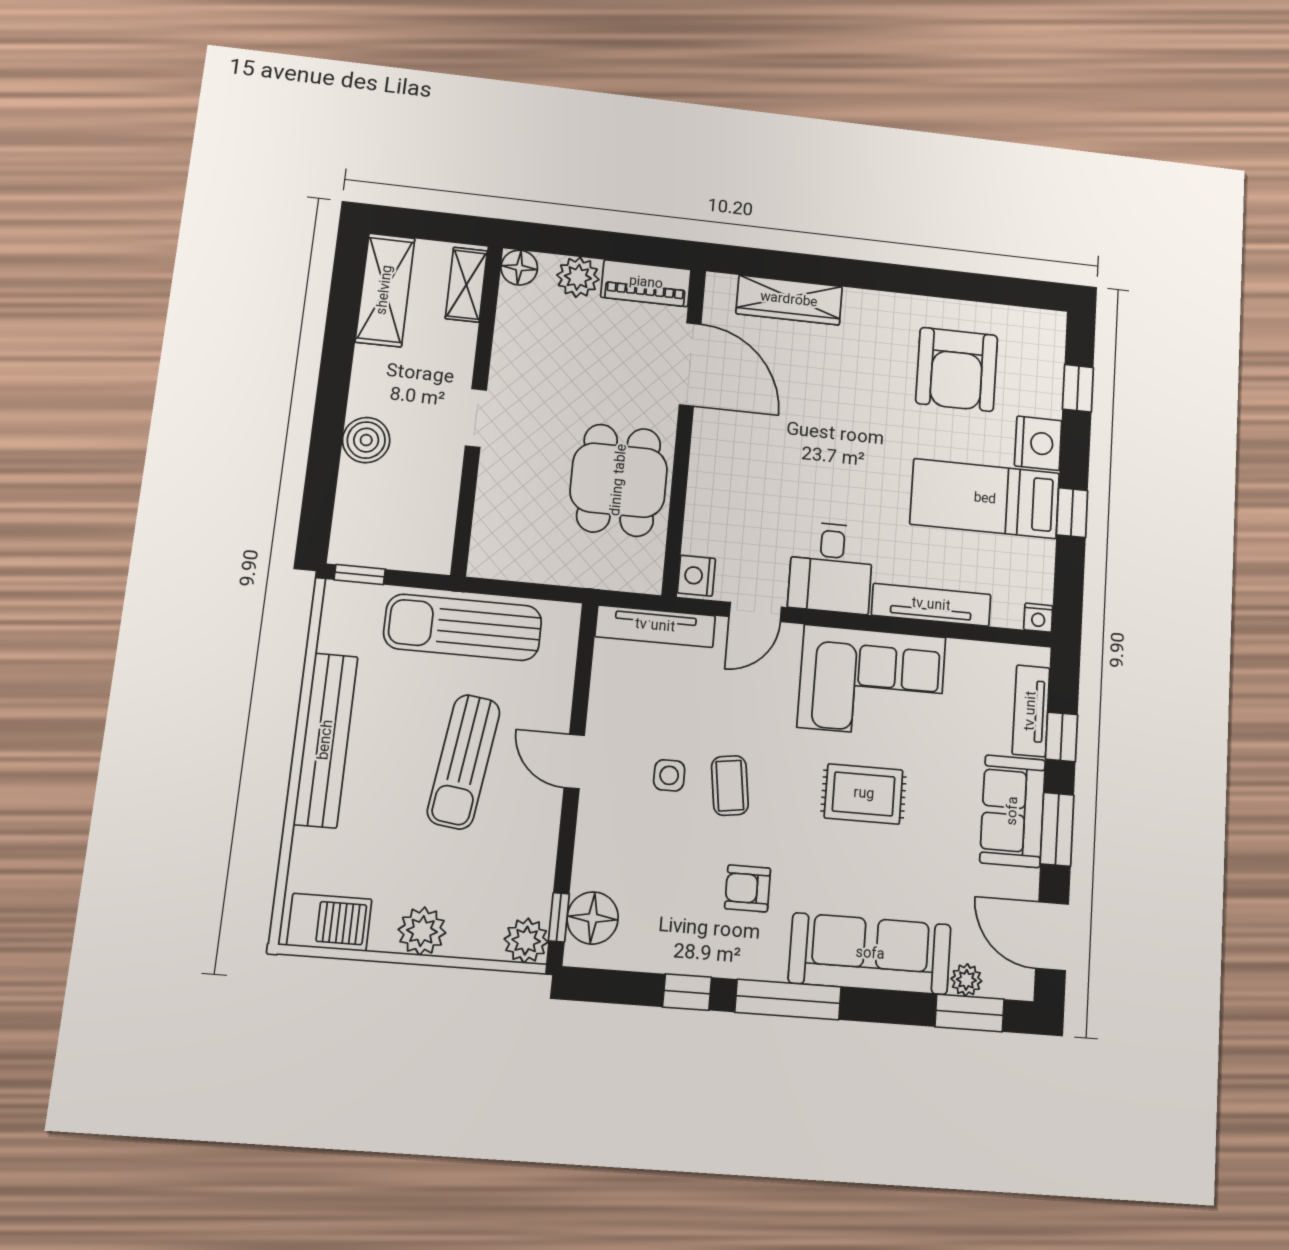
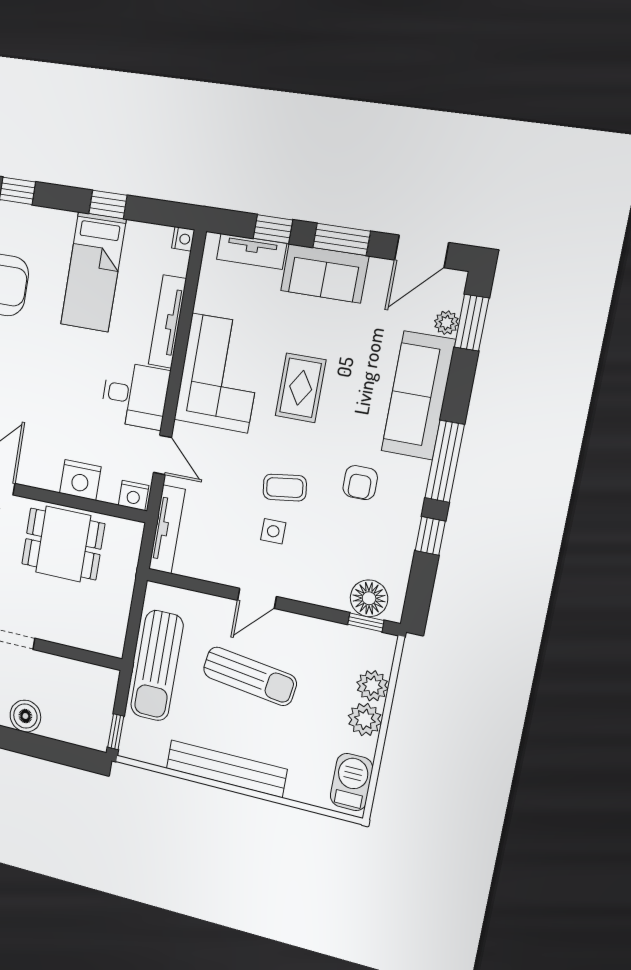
nightstand: (1038, 443) -> (80, 480), moved, turned 180
plant: (526, 941) -> (372, 686), moved

